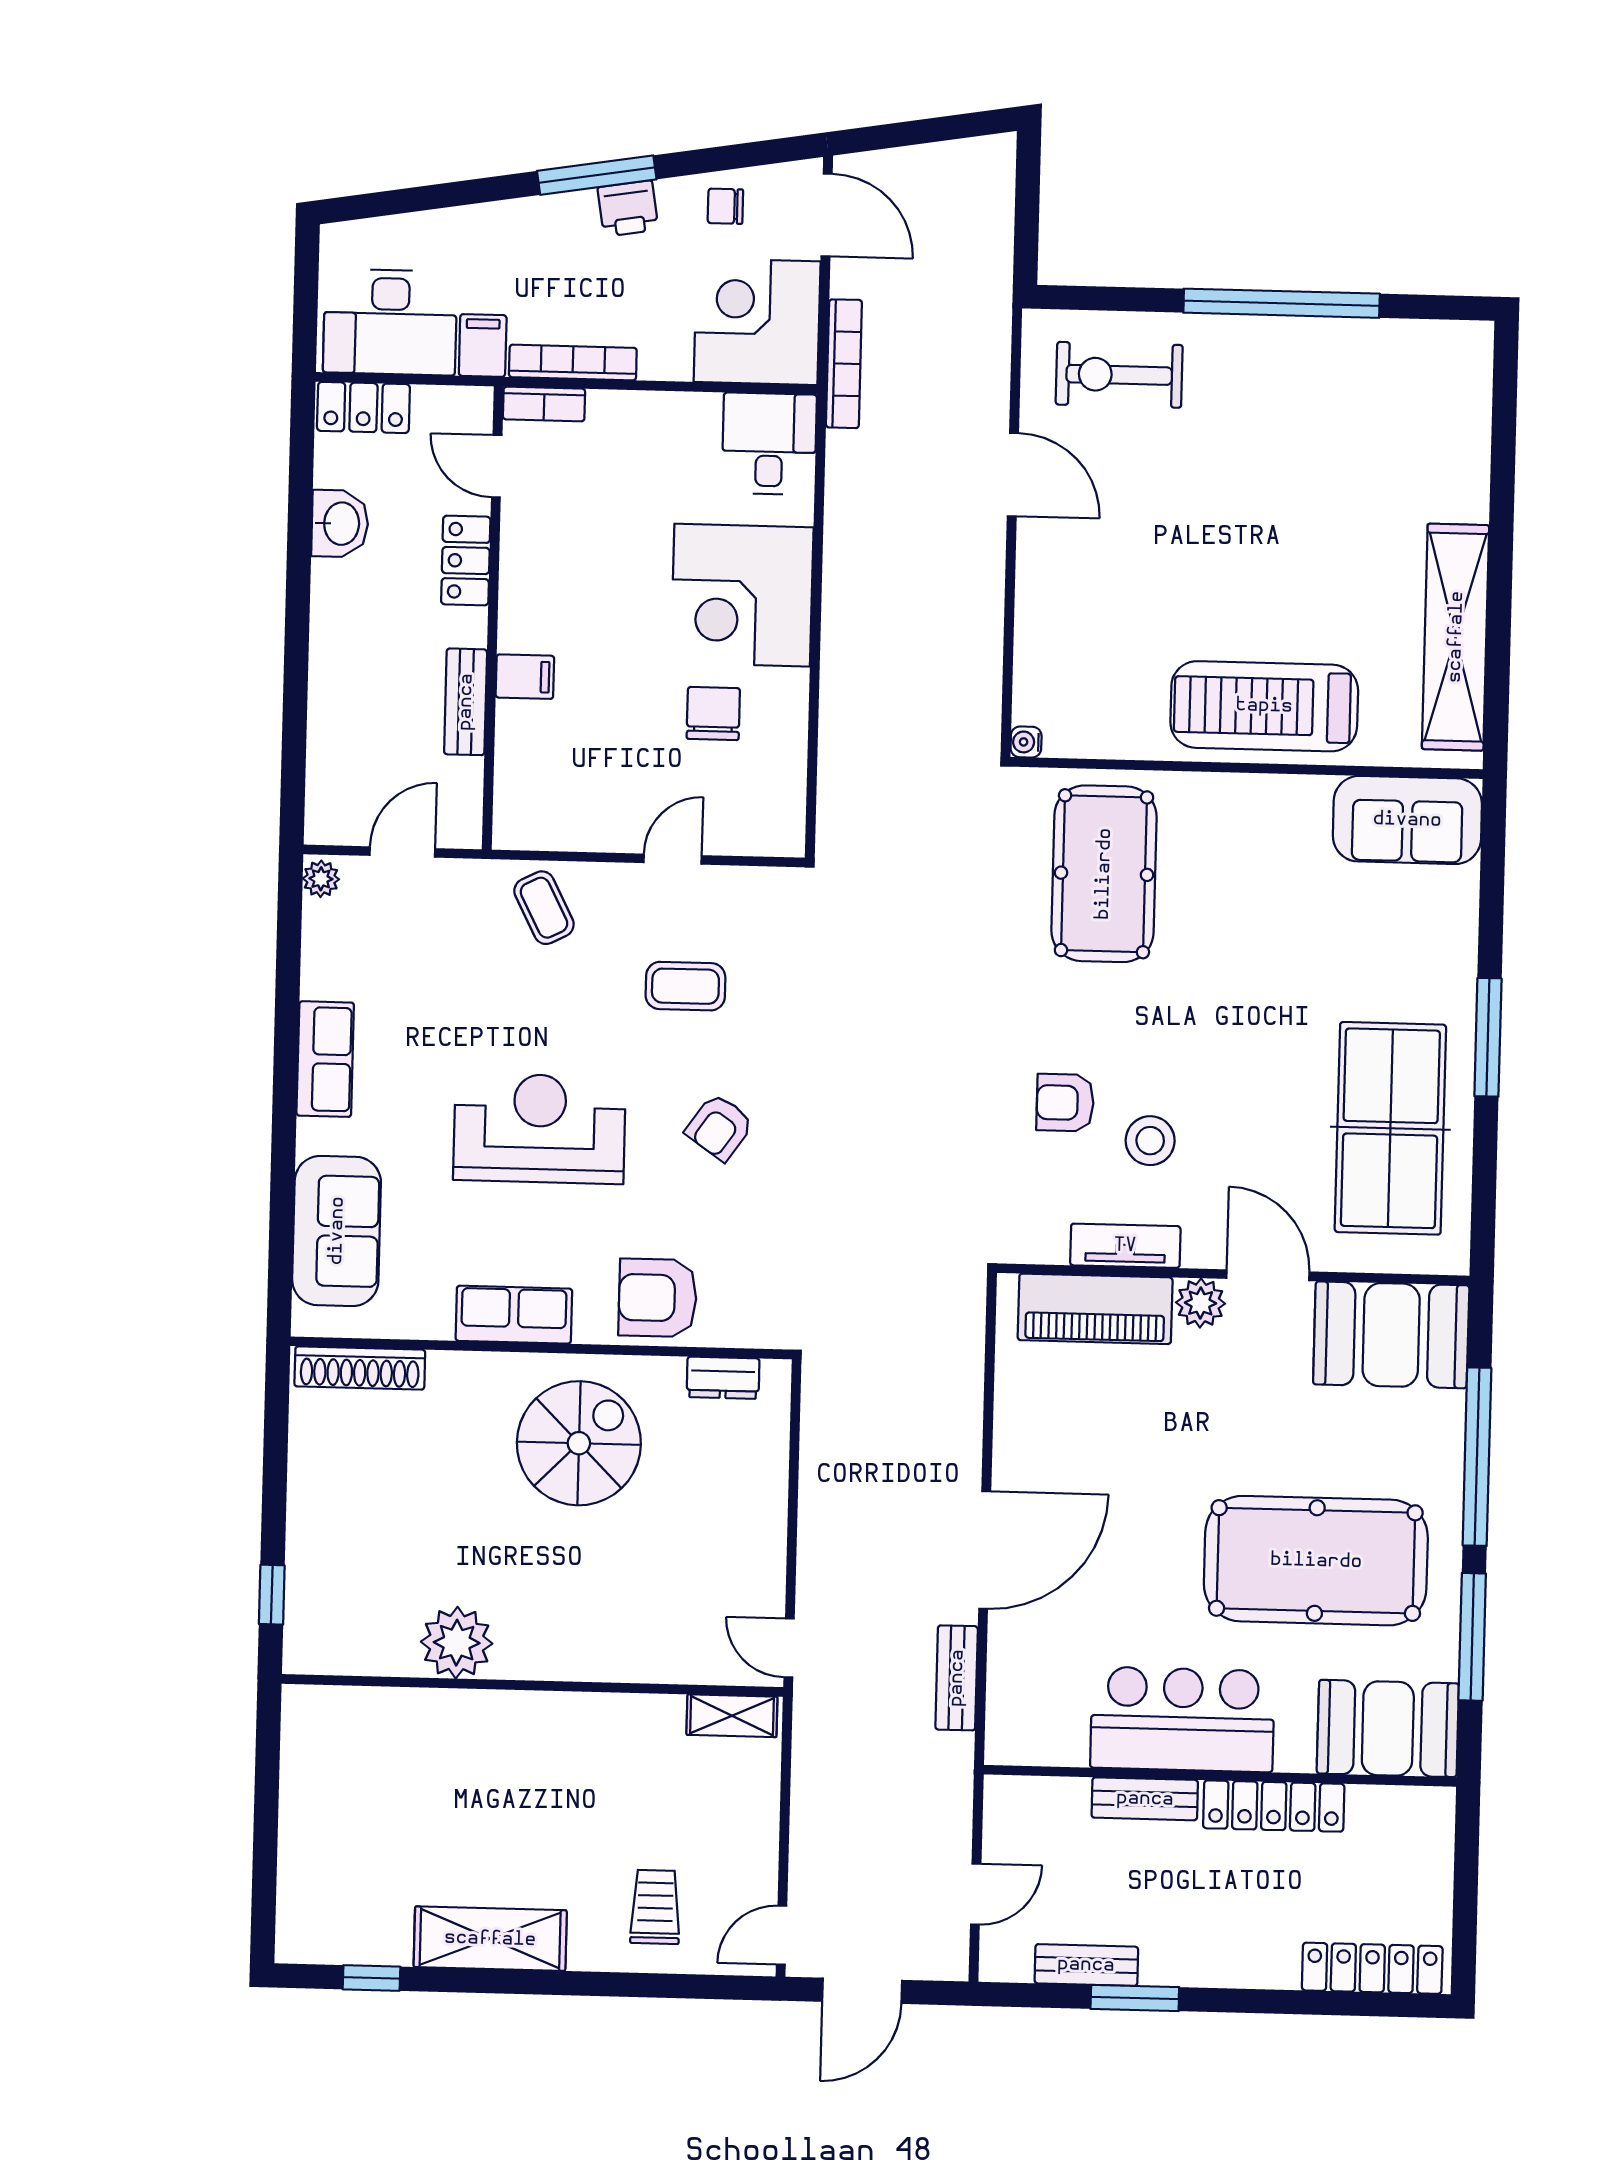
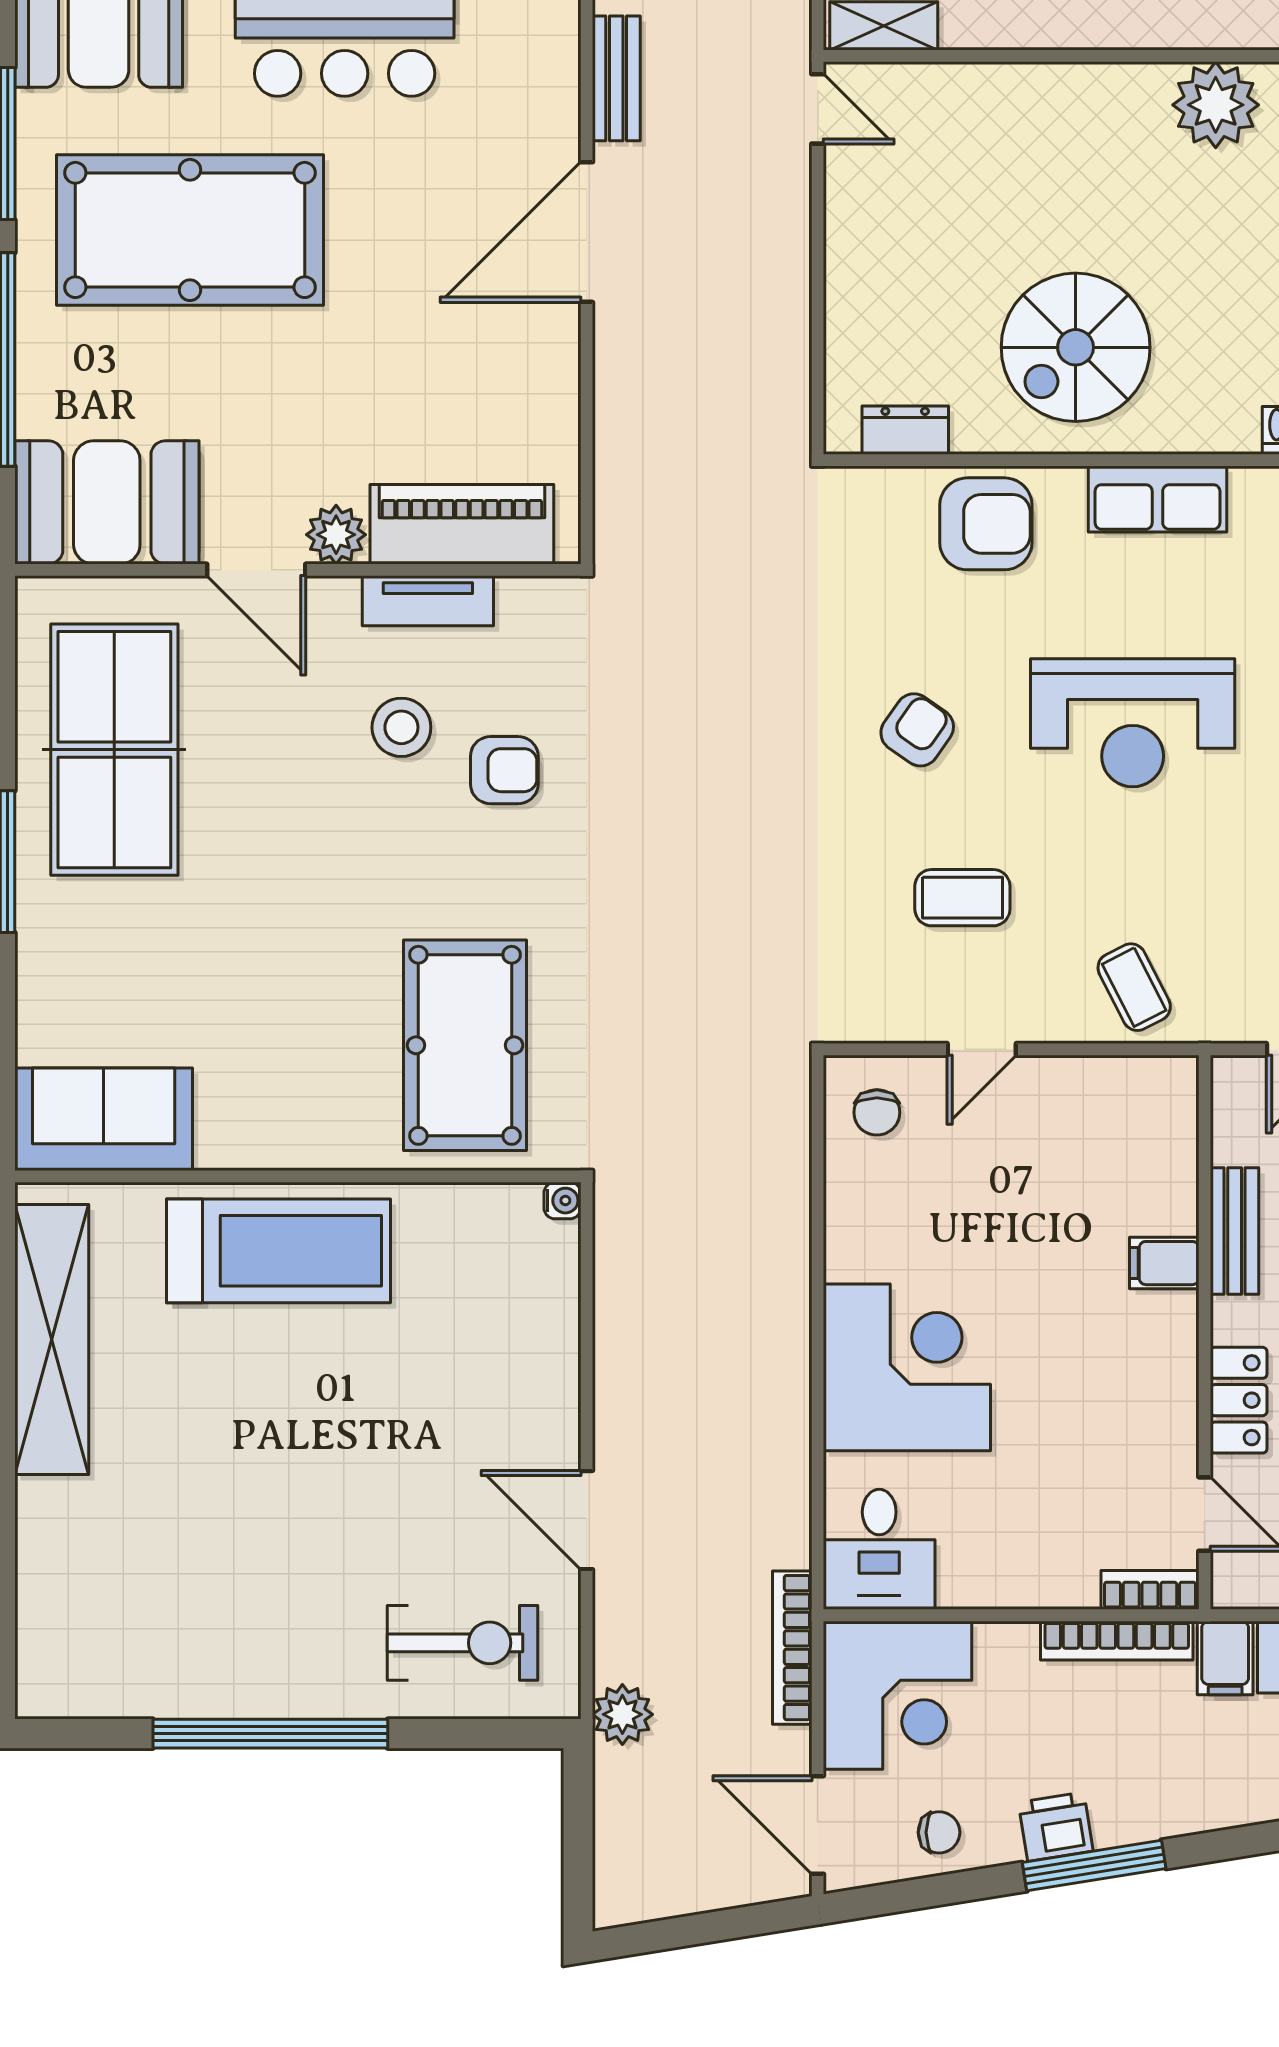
plant: (987, 312) -> (622, 1714), added
chair: (713, 714) -> (877, 1112), moved, width x0.73, depth x0.73

